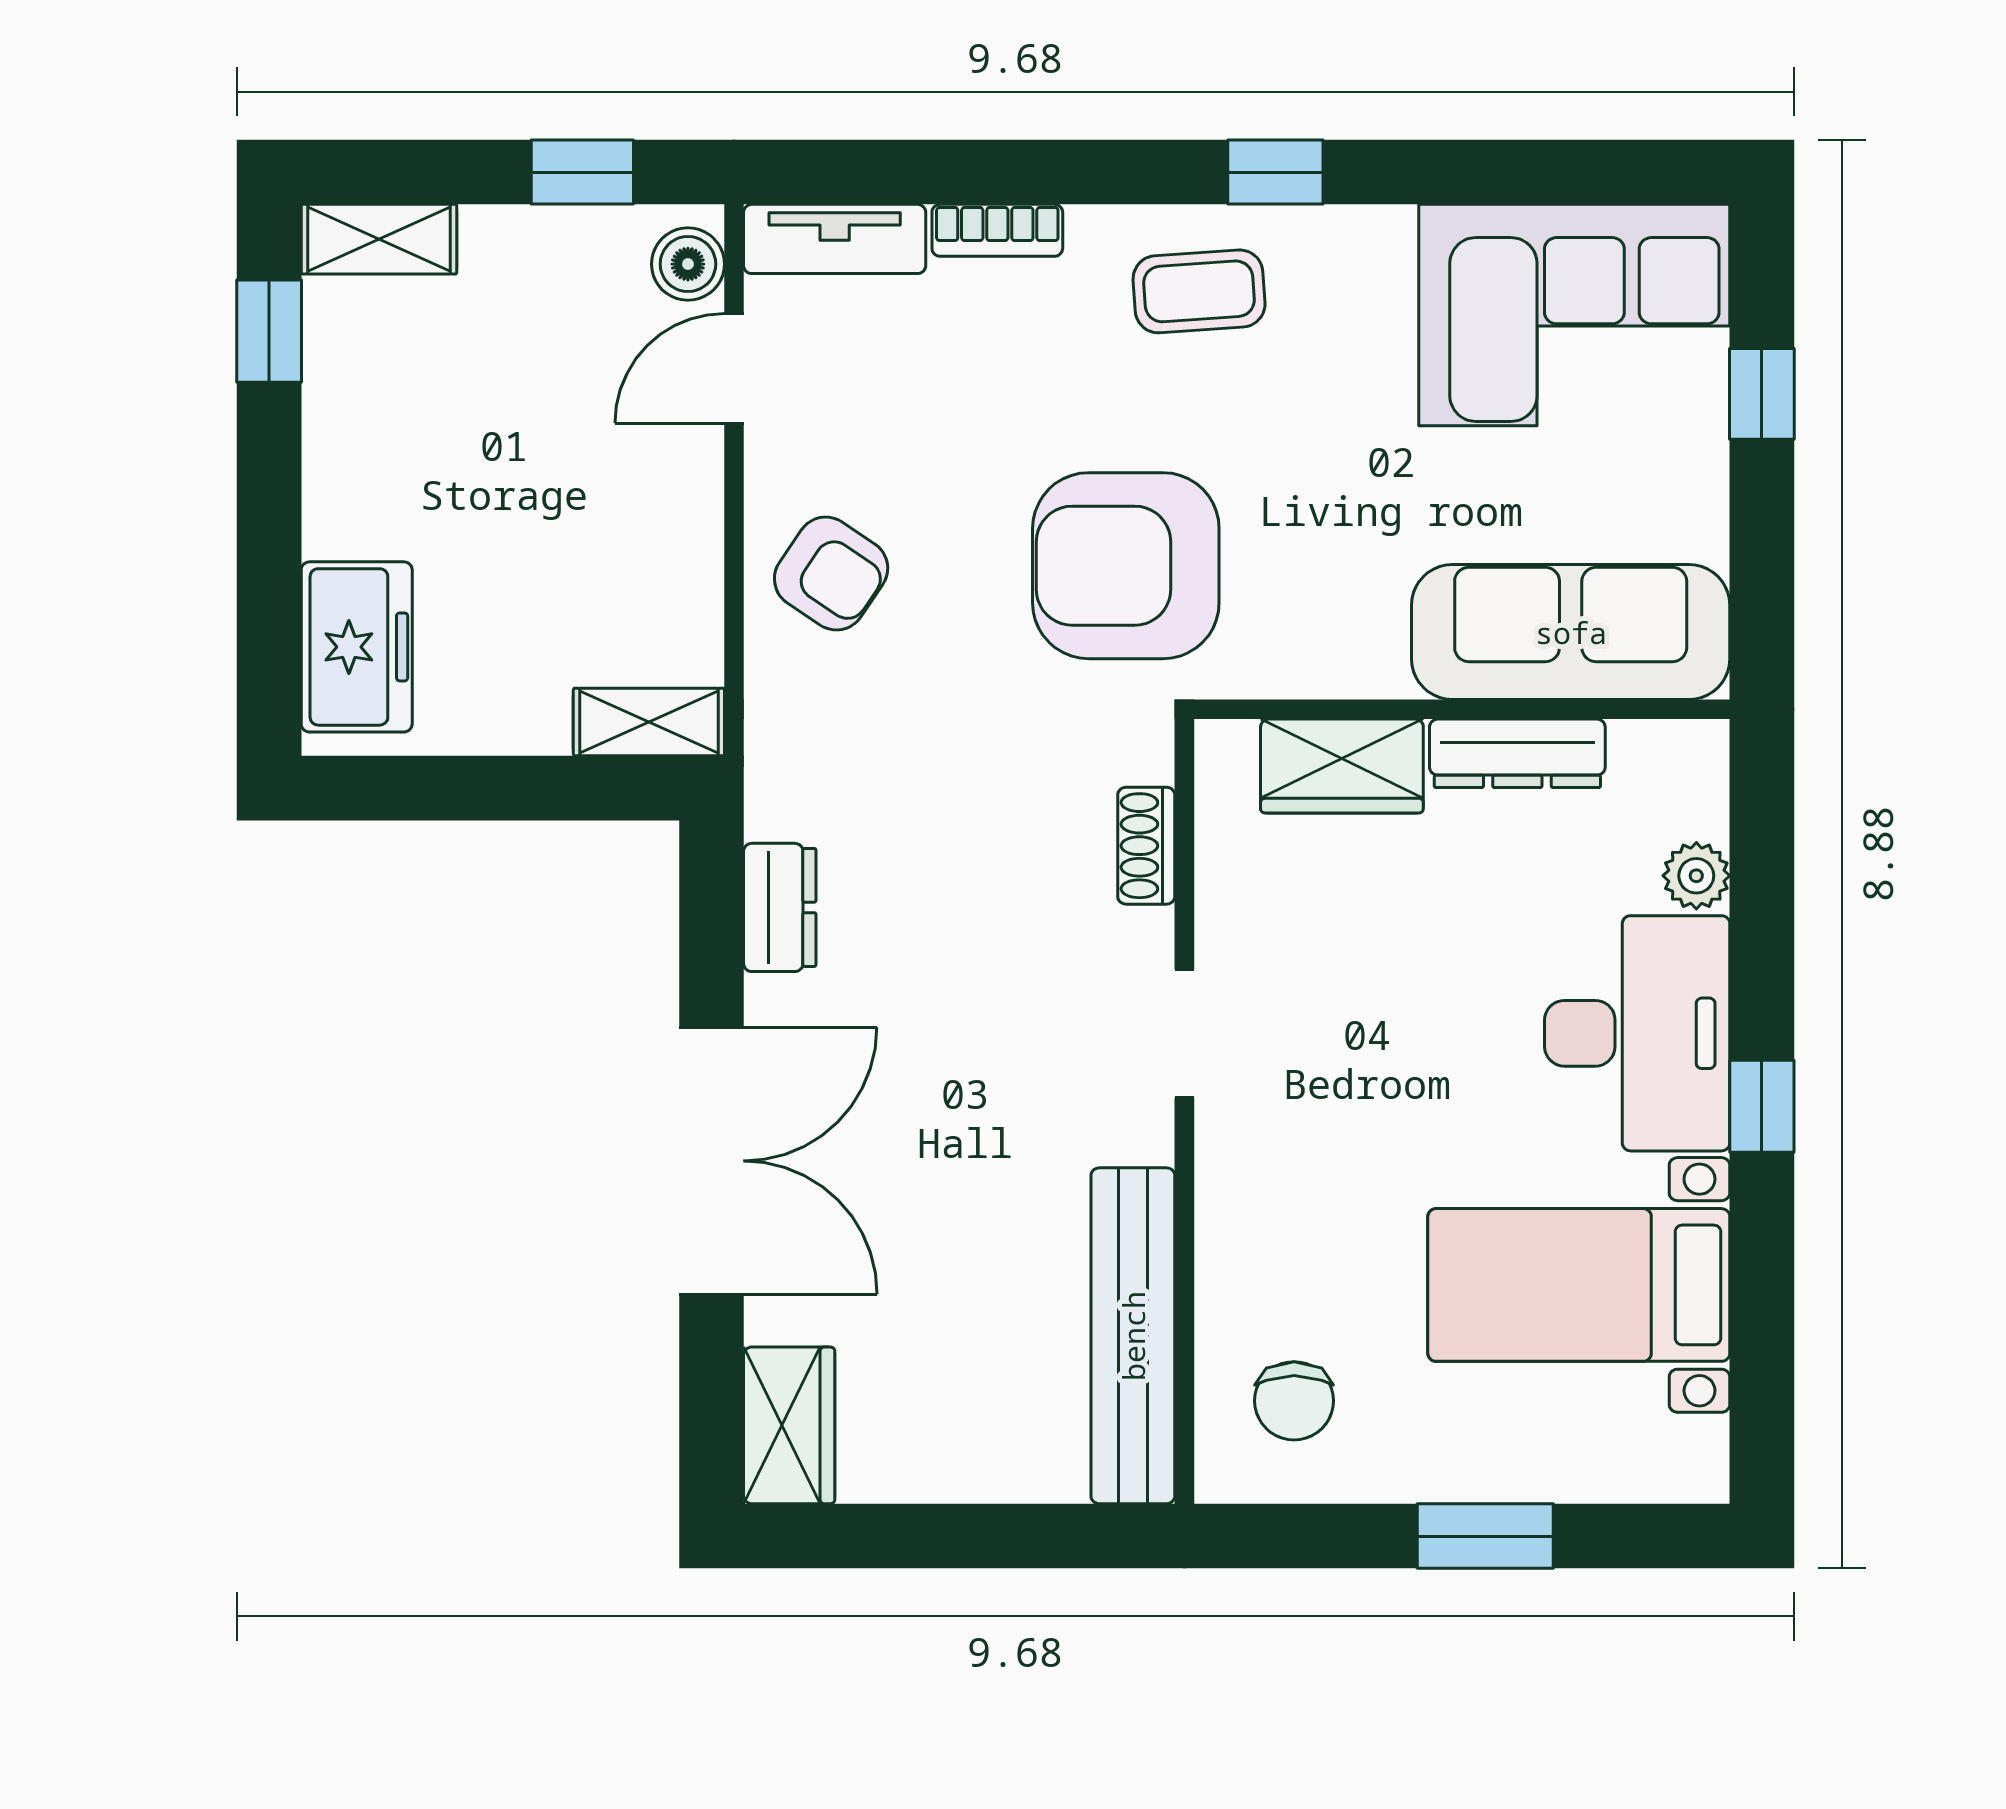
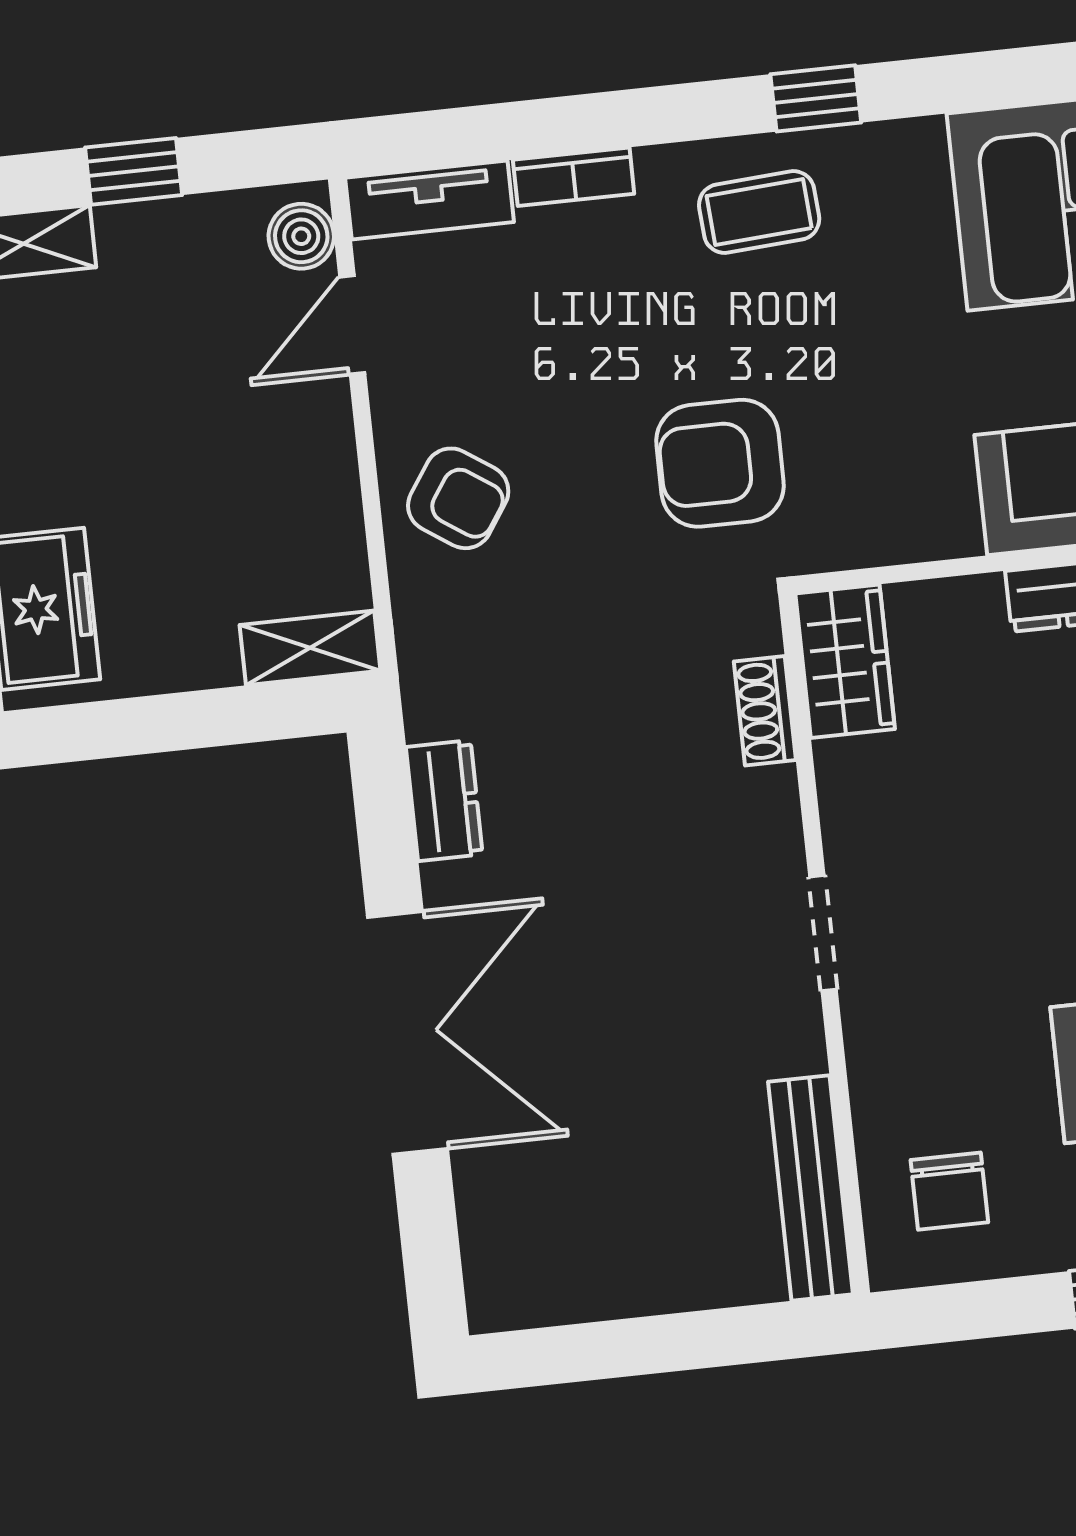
window: (582, 172) -> (134, 171), moved
armchair: (1126, 566) -> (720, 463), width x0.73, depth x0.73
wardrobe: (1342, 766) -> (845, 661), moved, turned -90
doorway: (1184, 1033) -> (823, 933), moved
bench: (1133, 1336) -> (810, 1188), width x0.73, depth x0.82
wardrobe: (789, 1425) -> (502, 1261), removed

